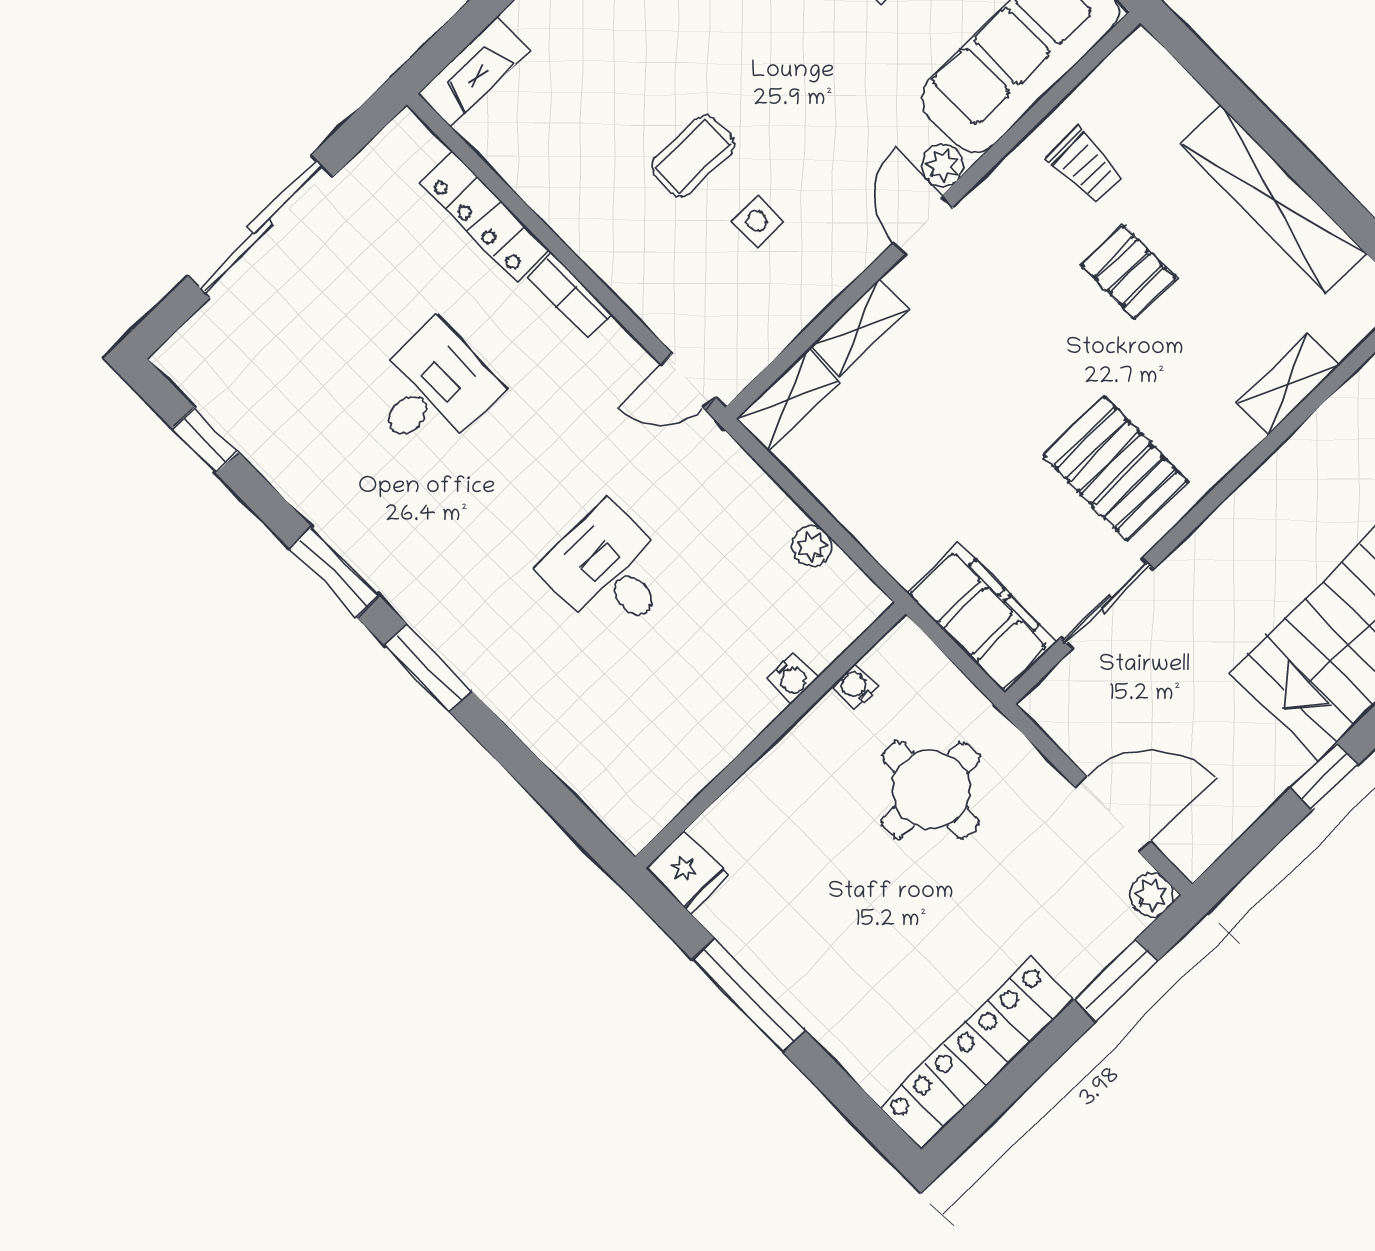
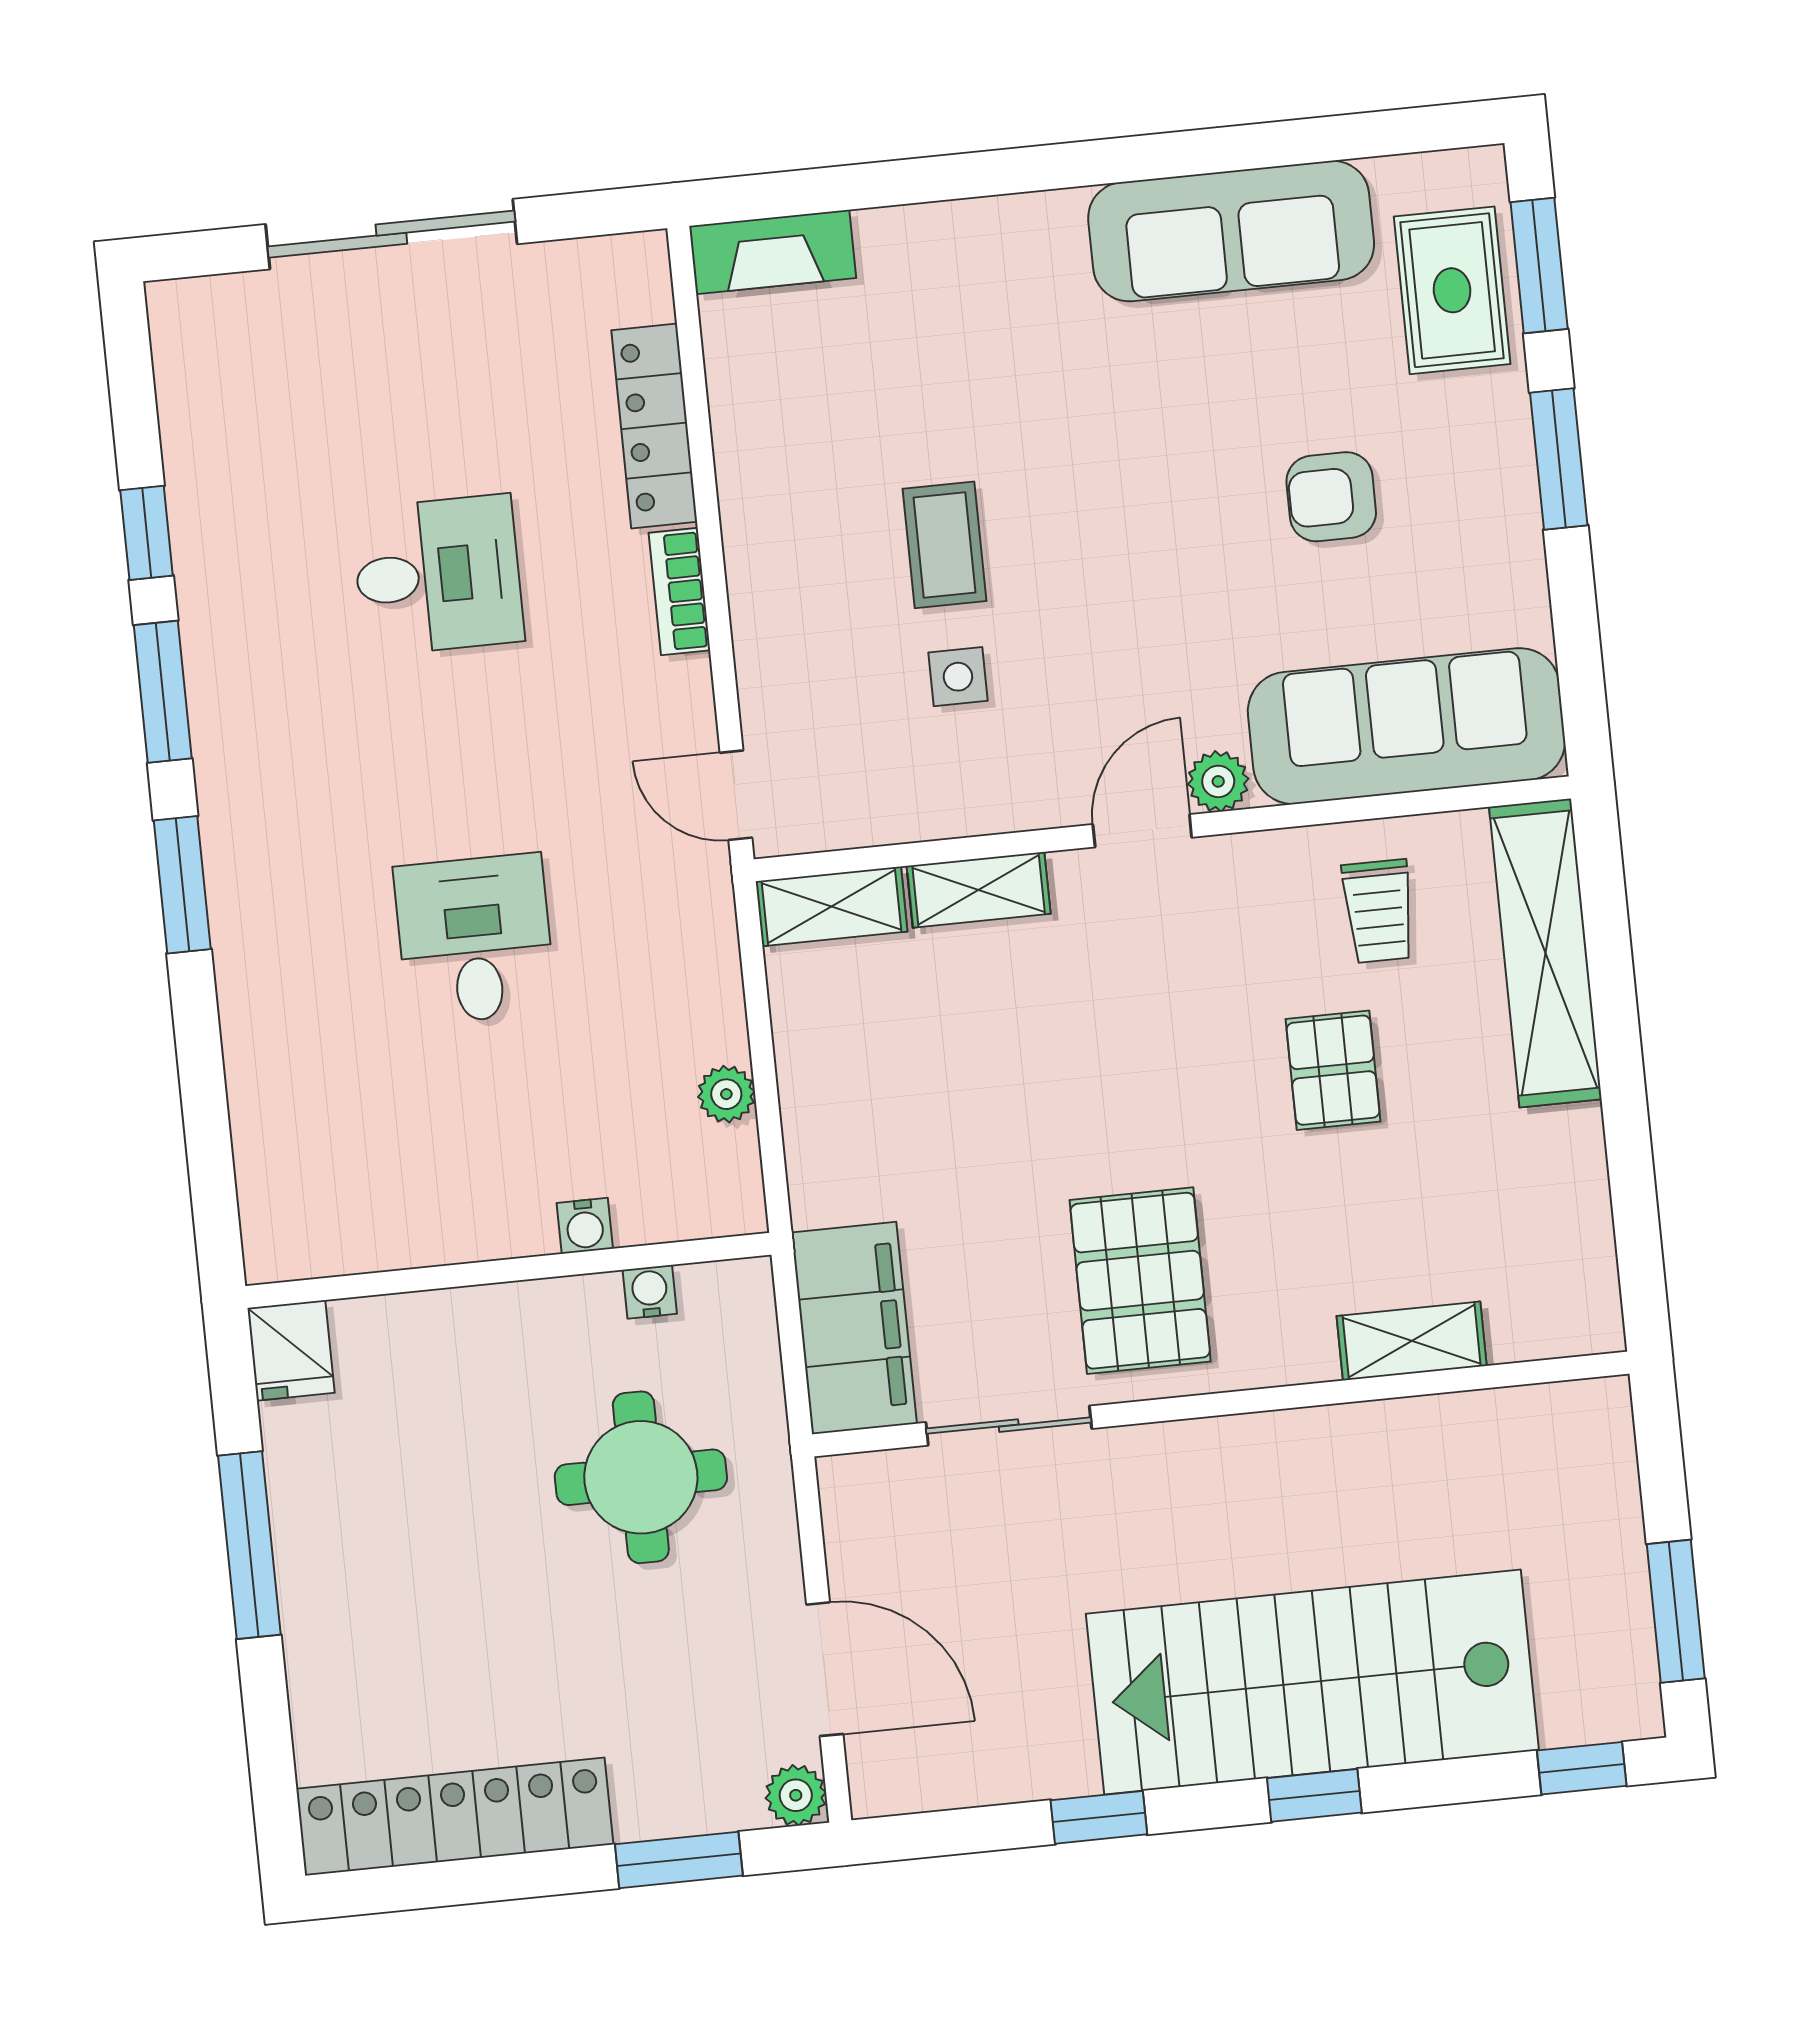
coffee table: (693, 156) -> (944, 545), turned 90
shelving: (1273, 199) -> (1545, 953), moved
window: (205, 440) -> (147, 533), moved

